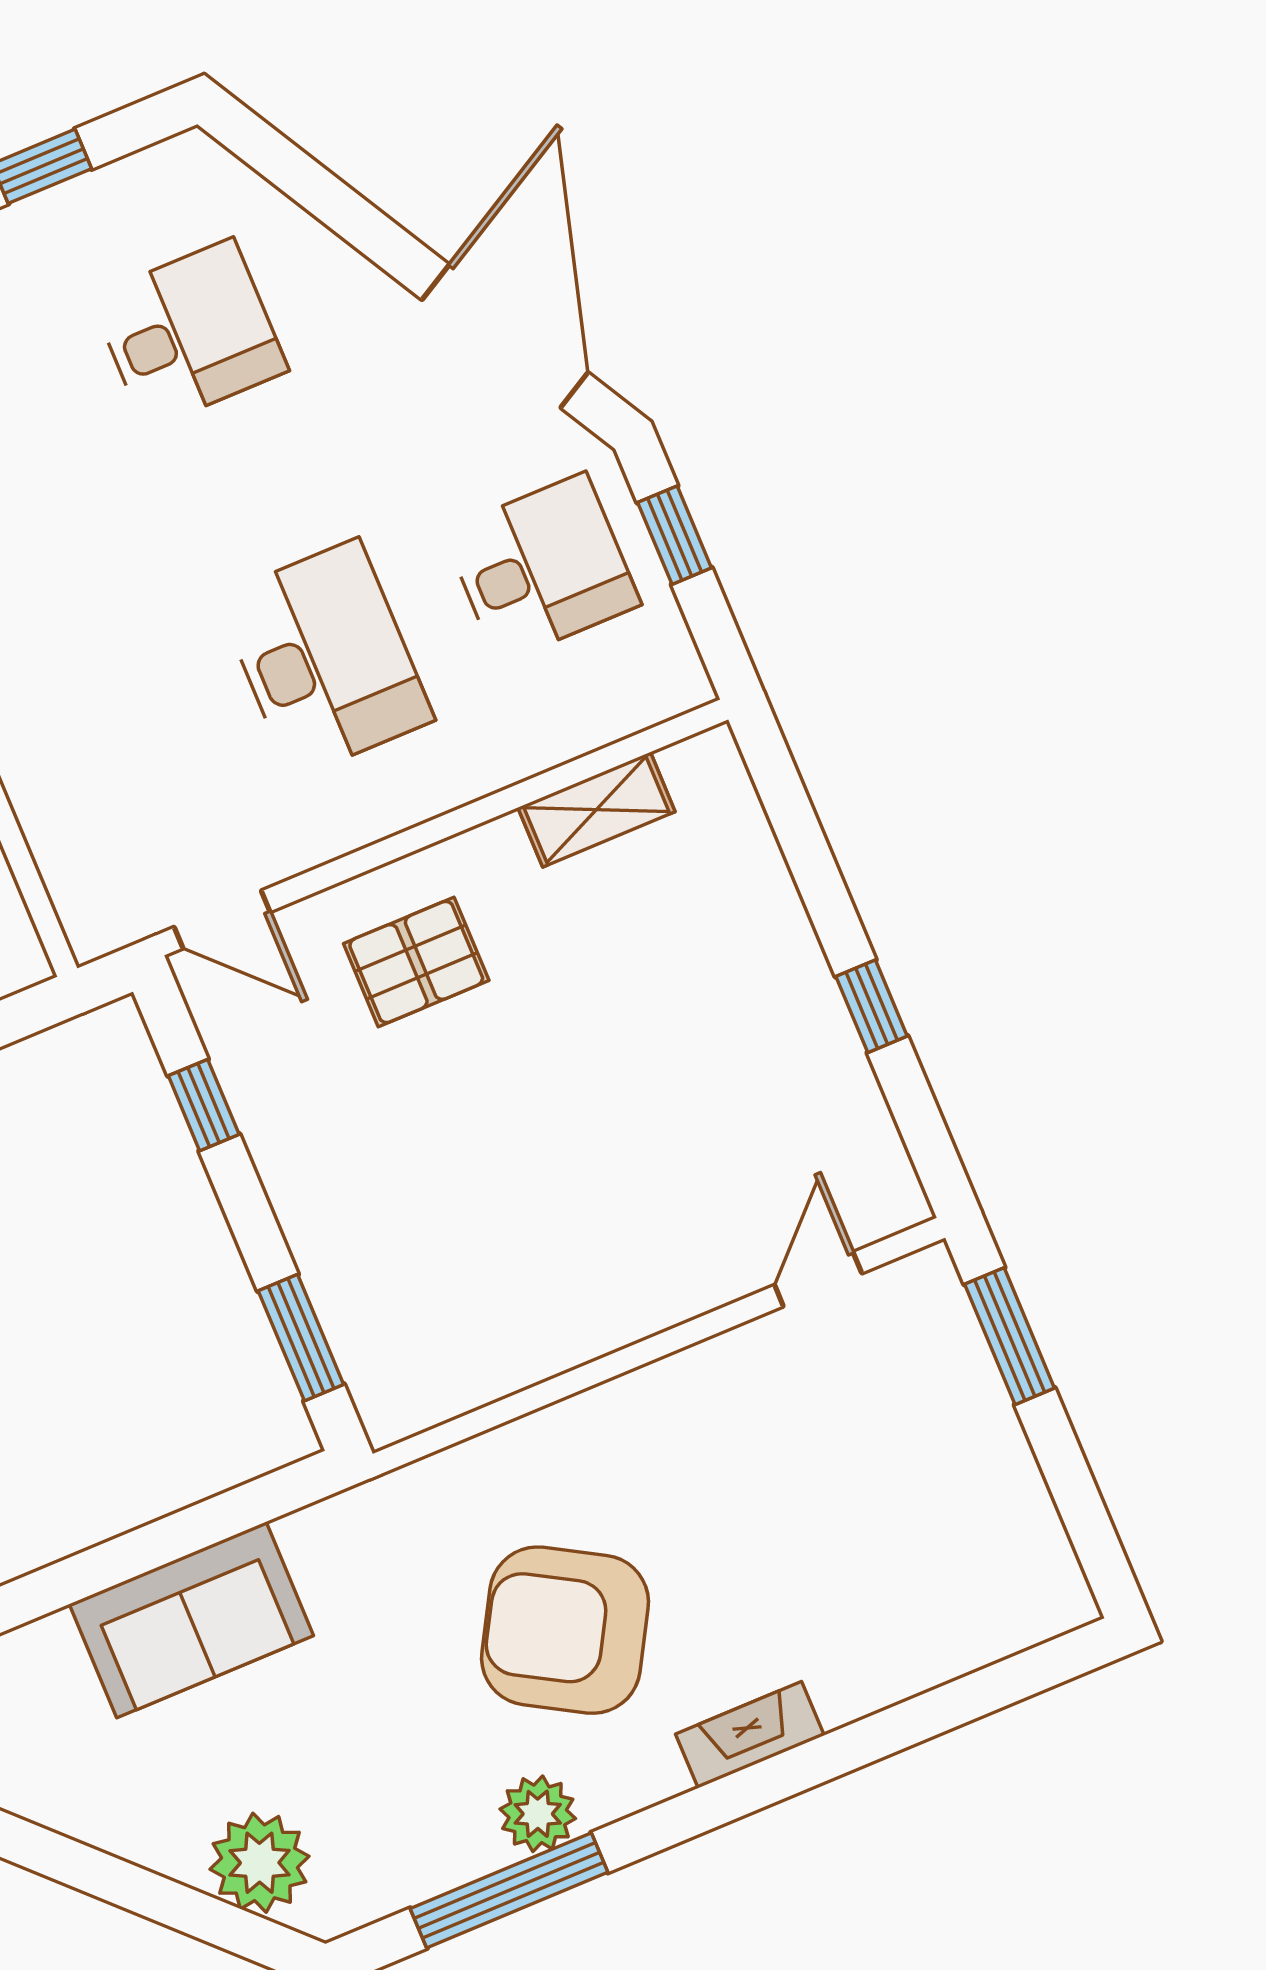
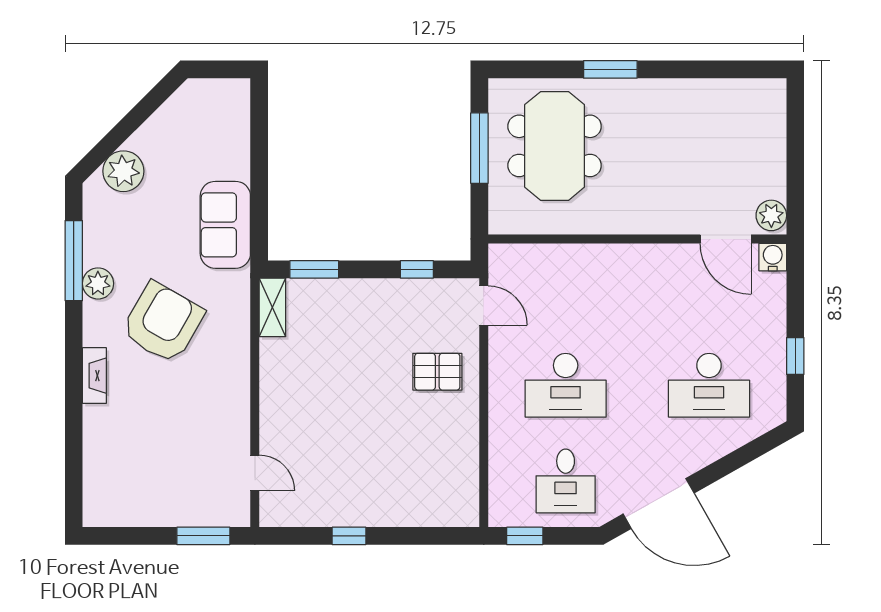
desk: (189, 334) -> (709, 385), width x1.37
window: (675, 535) -> (525, 536), moved
shelving: (596, 810) -> (272, 307), moved
door: (222, 919) -> (484, 305), swing flipped
pallet: (416, 962) -> (437, 372), turned 90
sofa: (191, 1620) -> (225, 225), moved

